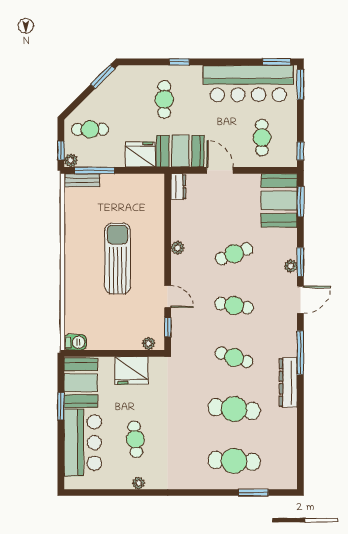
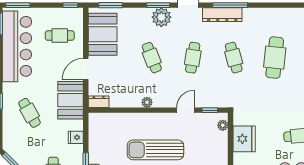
cafe table: (164, 99) -> (30, 113), turned 61
fridge: (140, 155) -> (76, 137), width x0.53, depth x0.75
booth: (279, 200) -> (103, 34), moved, turned 90
plant: (291, 266) -> (161, 17), width x1.88, depth x1.88
cafe table: (234, 357) -> (234, 58), turned -33
dresser: (288, 382) -> (222, 15), moved

